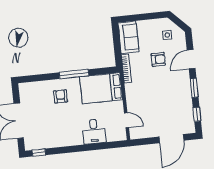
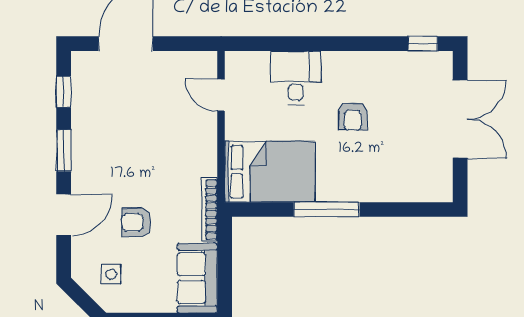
armchair: (60, 96) -> (353, 116), moved

